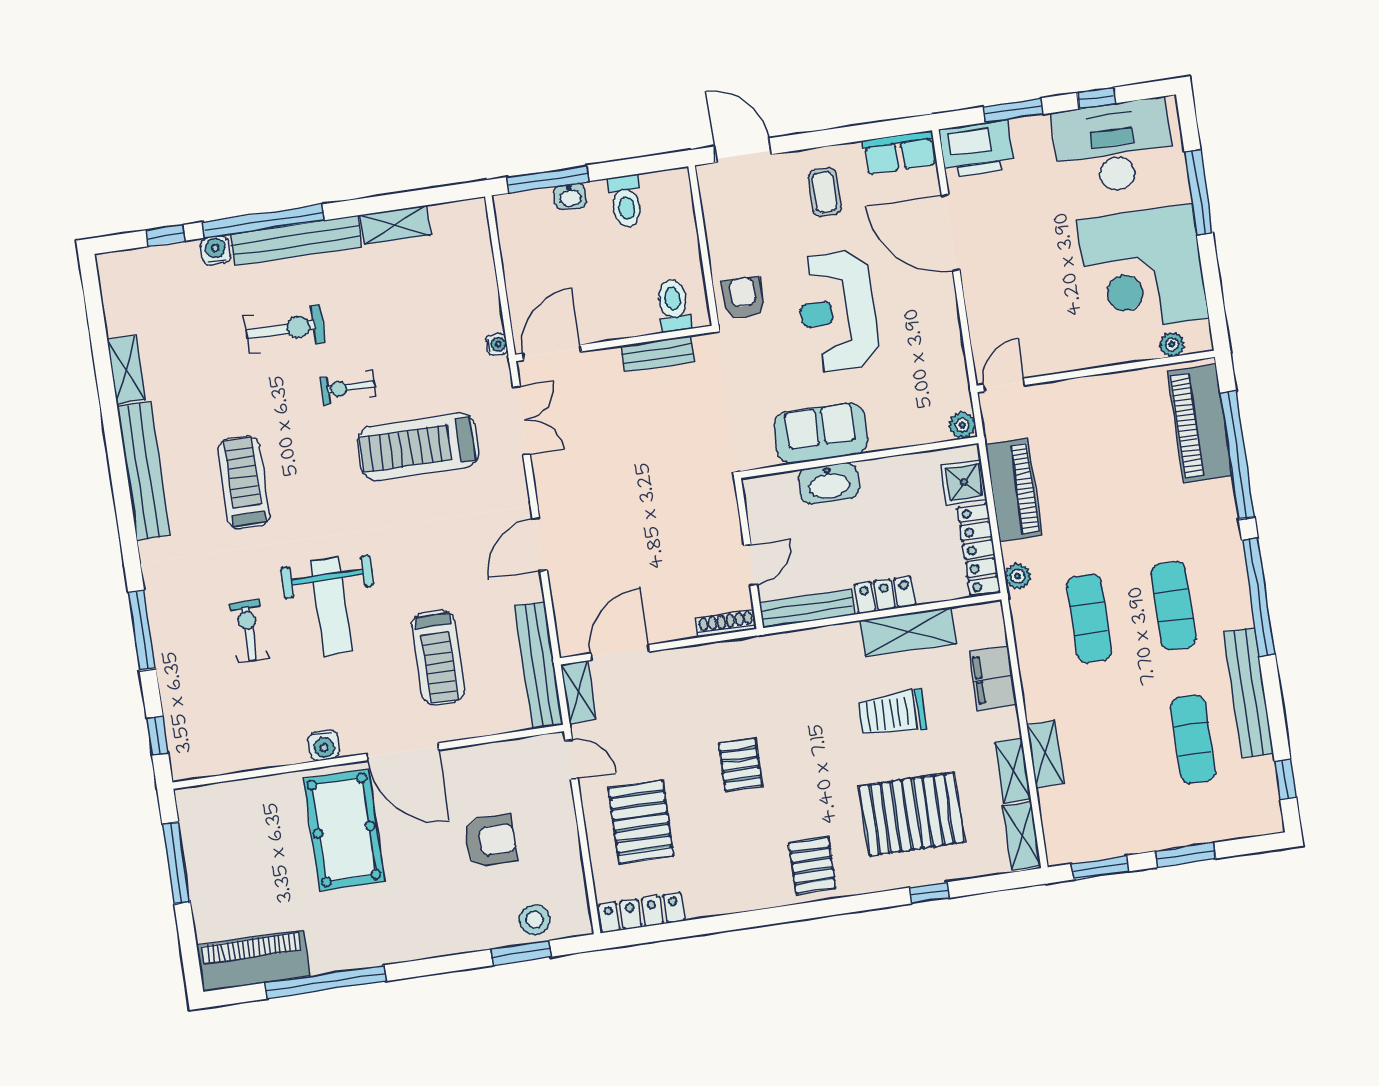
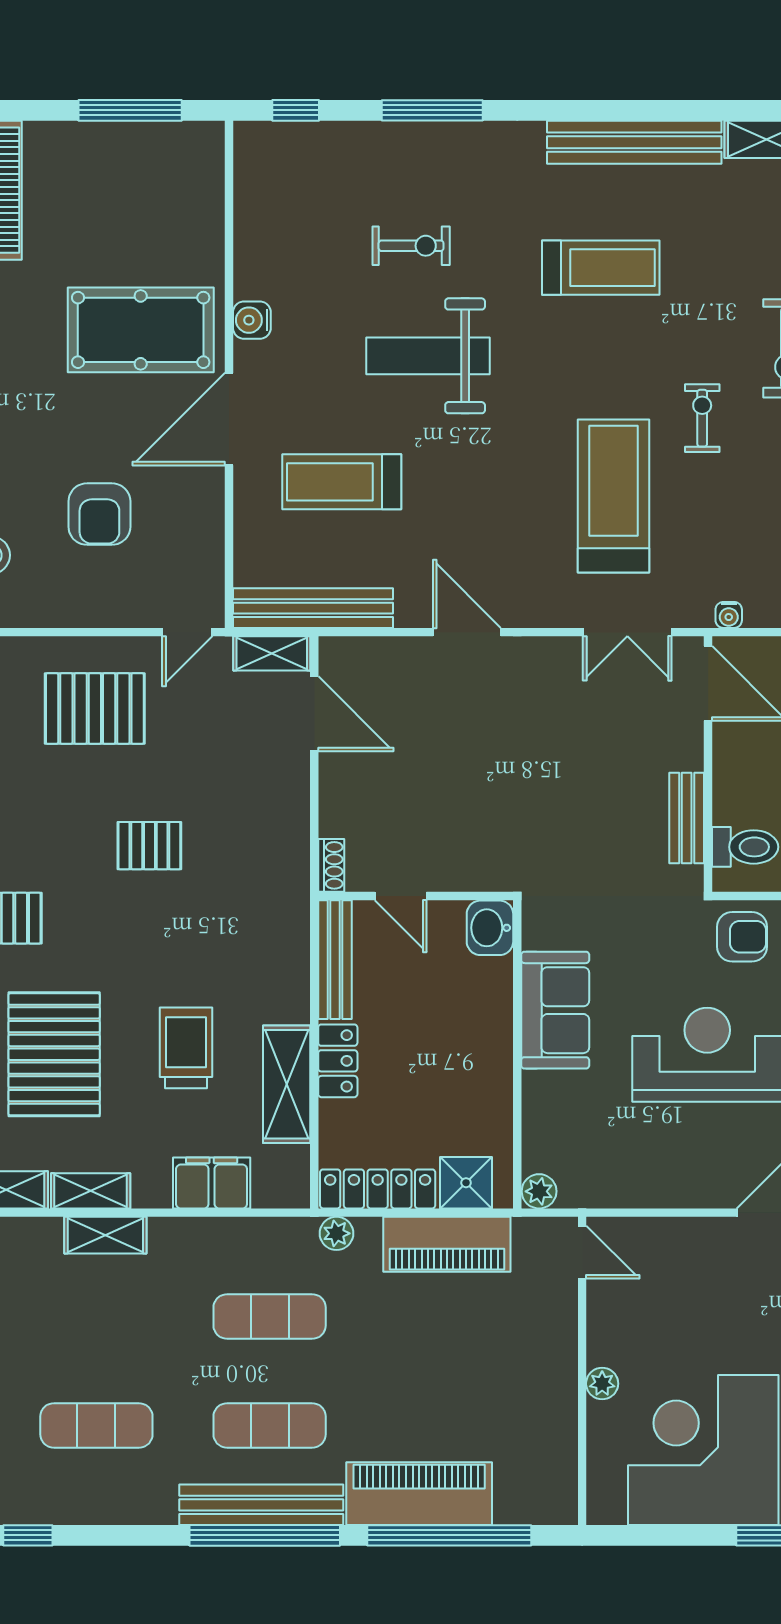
plant: (1172, 344) -> (602, 1384), moved
piano: (1200, 424) -> (419, 1494), moved
washbasin: (829, 483) -> (490, 928), moved, width x0.72
shoe rack: (726, 623) -> (331, 865), width x0.70
bench: (1248, 692) -> (261, 1505), moved

